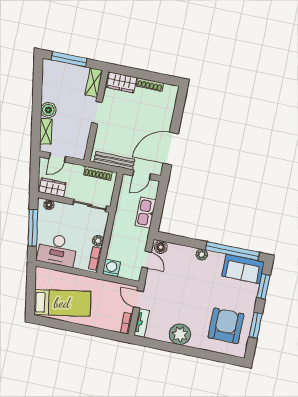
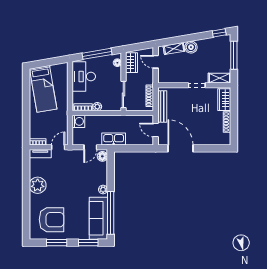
window: (38, 72) -> (219, 33), added
kitchen sink: (145, 213) -> (114, 139), moved
sofa: (243, 269) -> (98, 218), width x1.36

